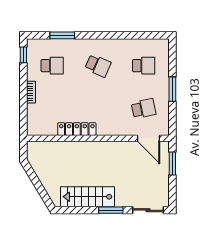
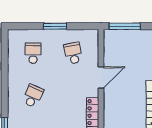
door: (148, 138) -> (101, 77), moved
window: (172, 163) -> (125, 26), width x1.44

